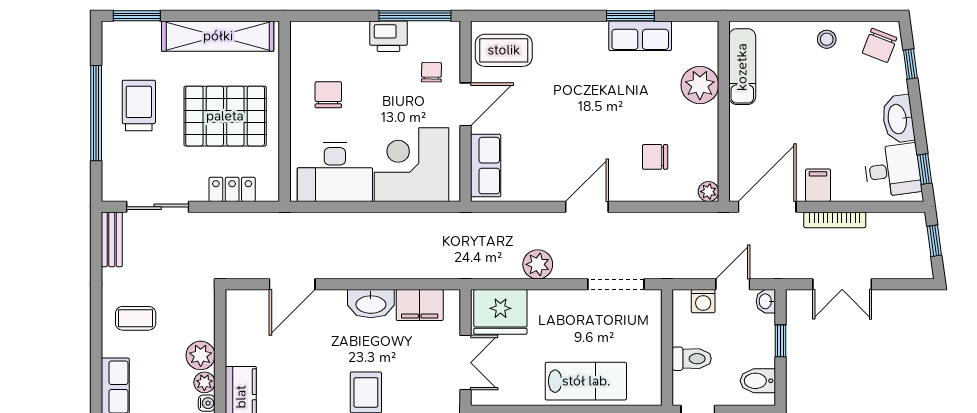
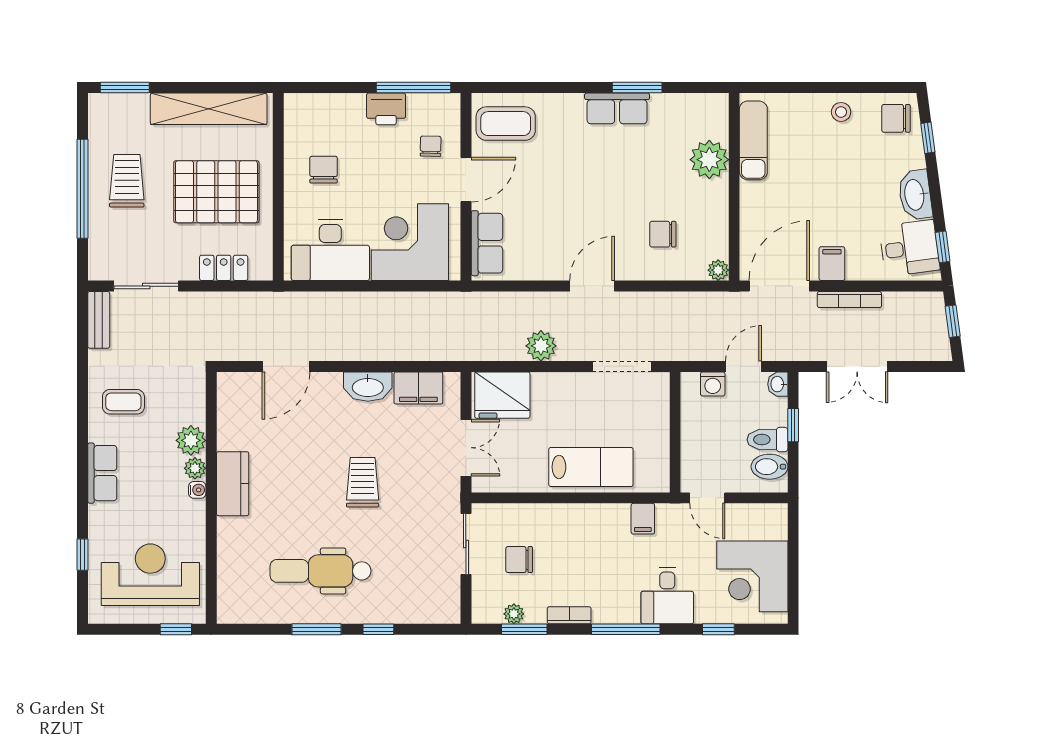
row of seats: (640, 36) -> (617, 108), moved
chair: (880, 45) -> (896, 118), turned 69
toilet: (692, 359) -> (767, 440), moved, turned 180

